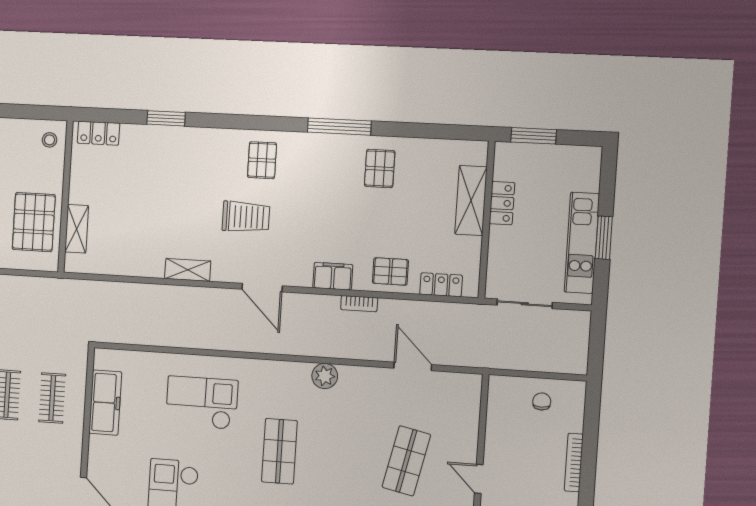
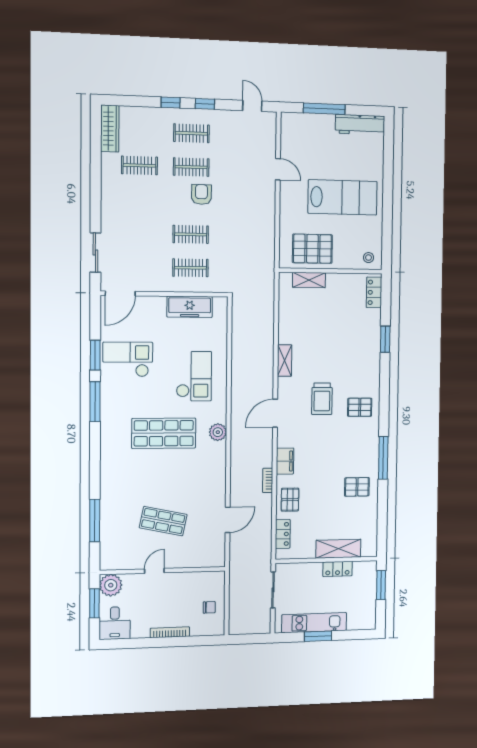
plant: (325, 376) -> (218, 432), moved
shop shelf: (279, 451) -> (164, 433), width x1.43, depth x1.36

